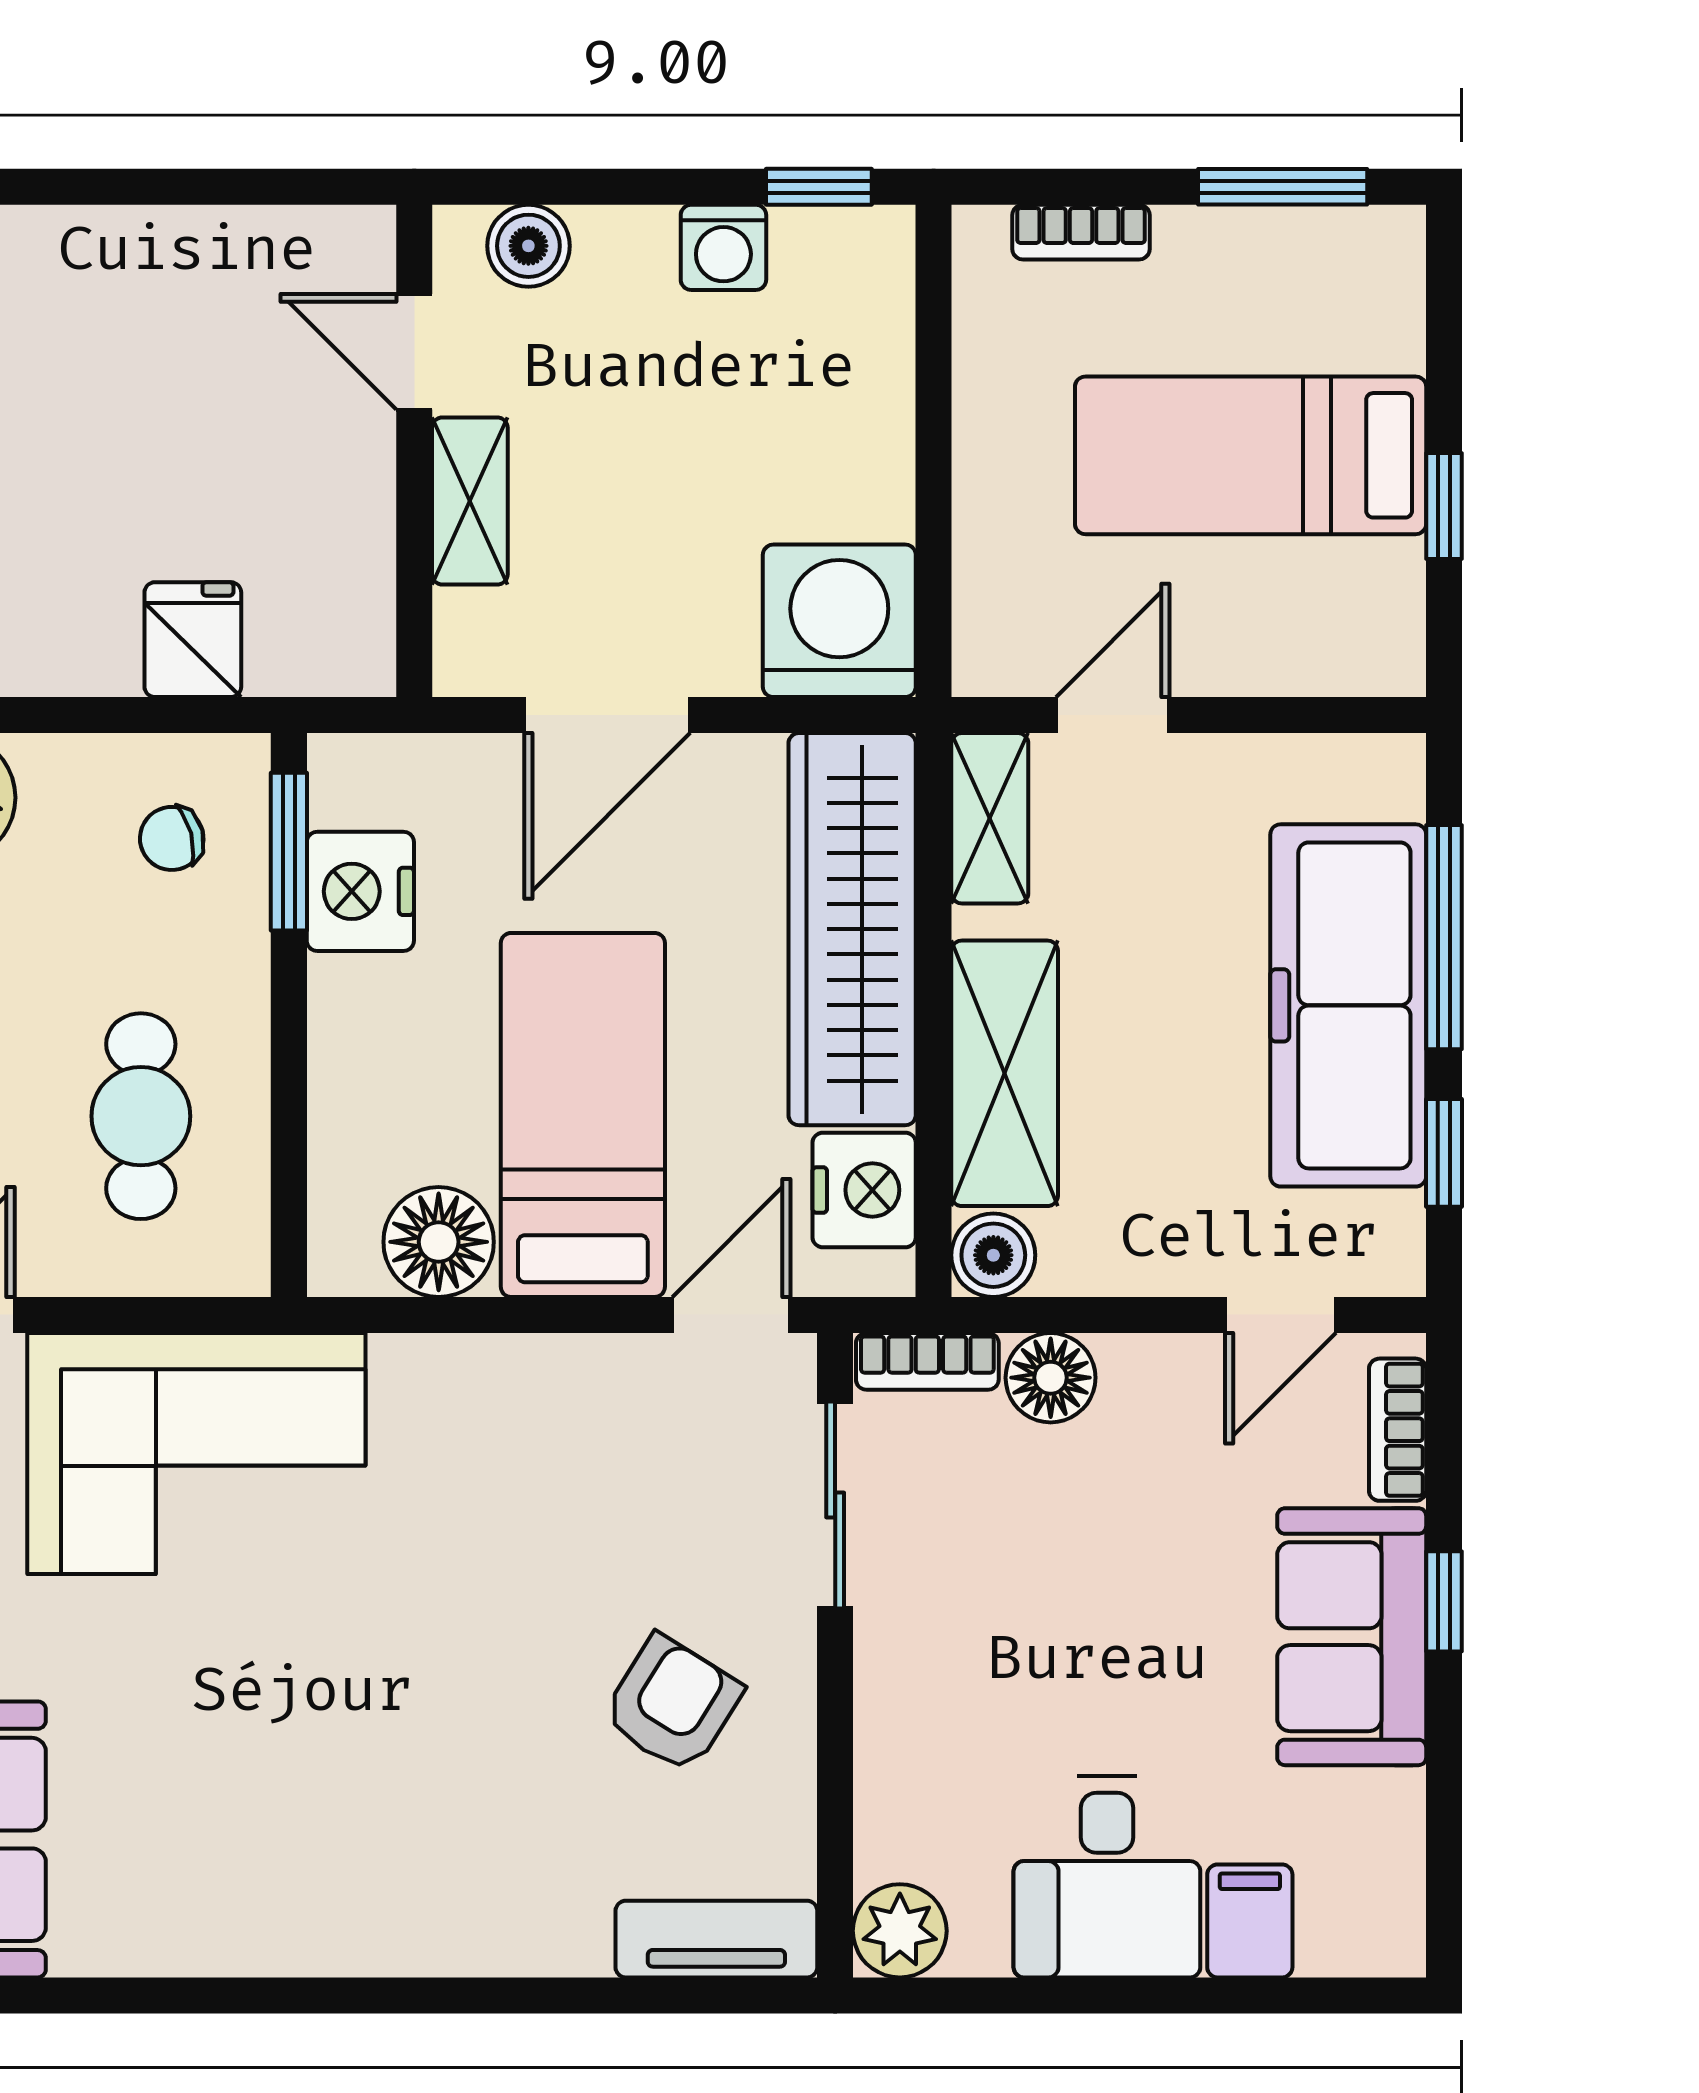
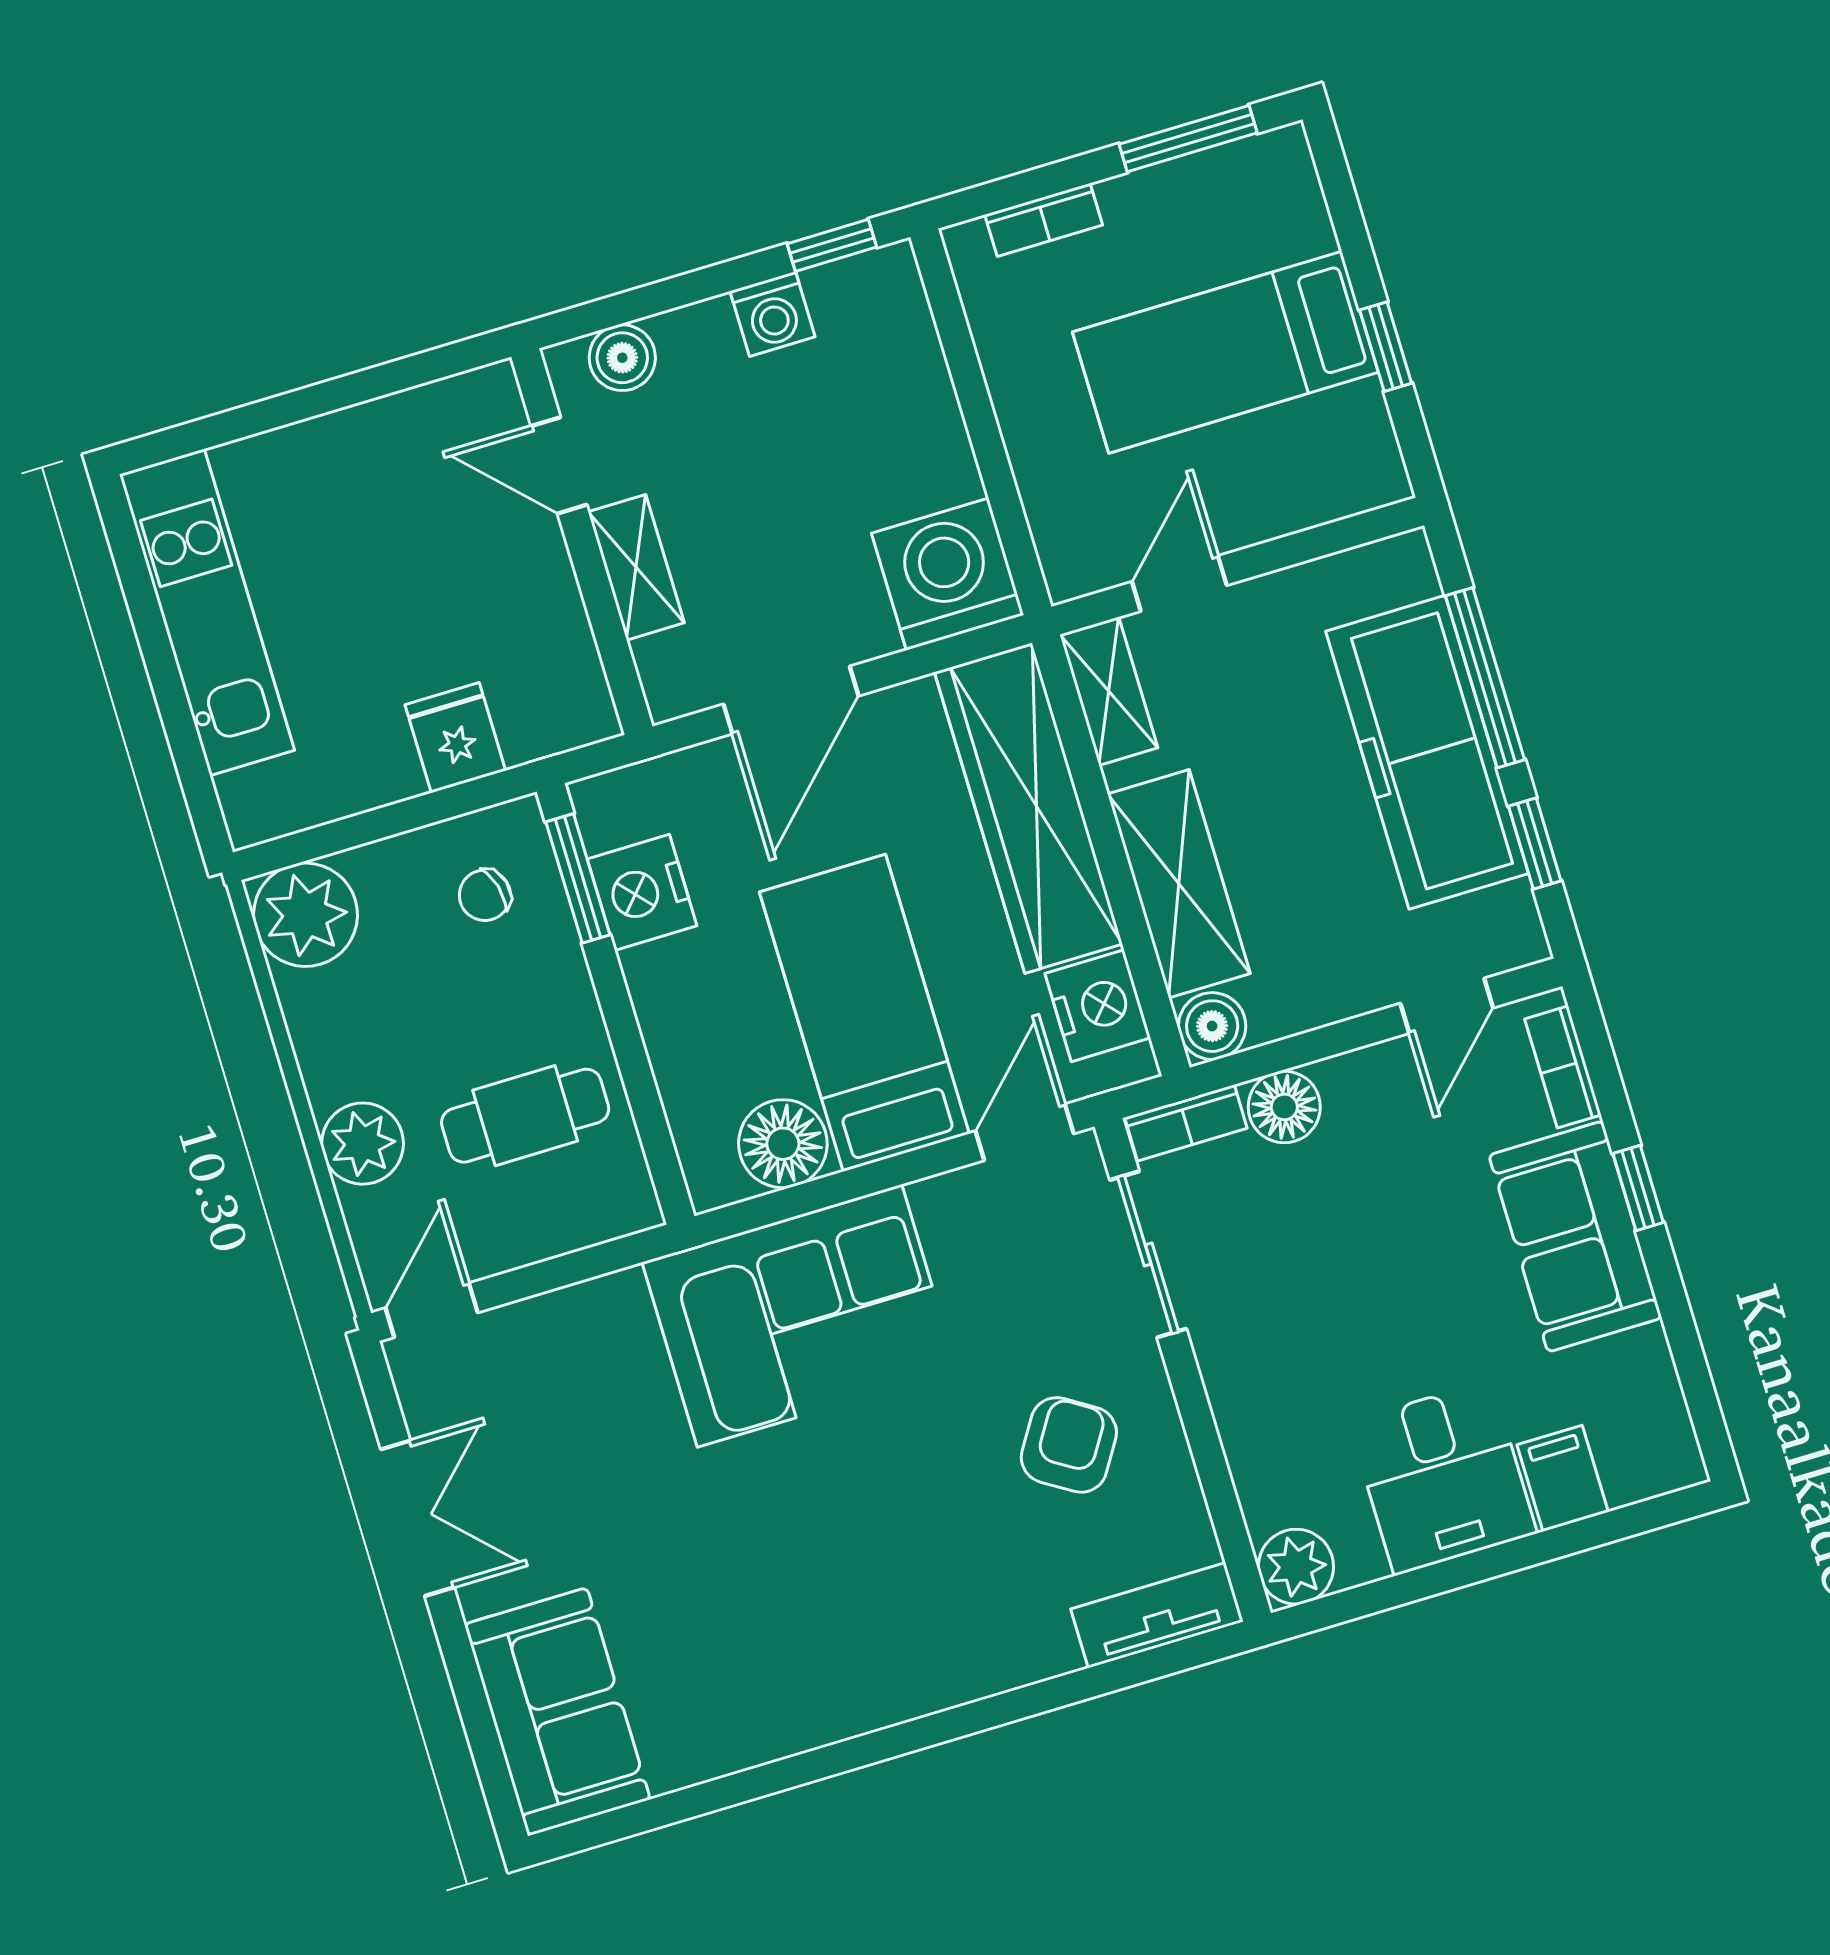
cafe table: (141, 1116) -> (525, 1116), turned 90
corner sofa: (196, 1453) -> (799, 1316), moved

